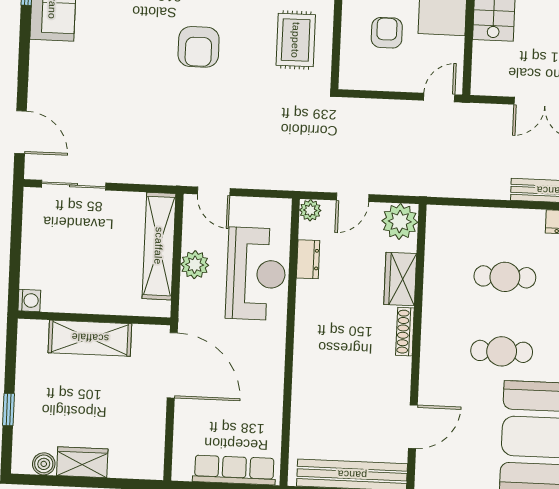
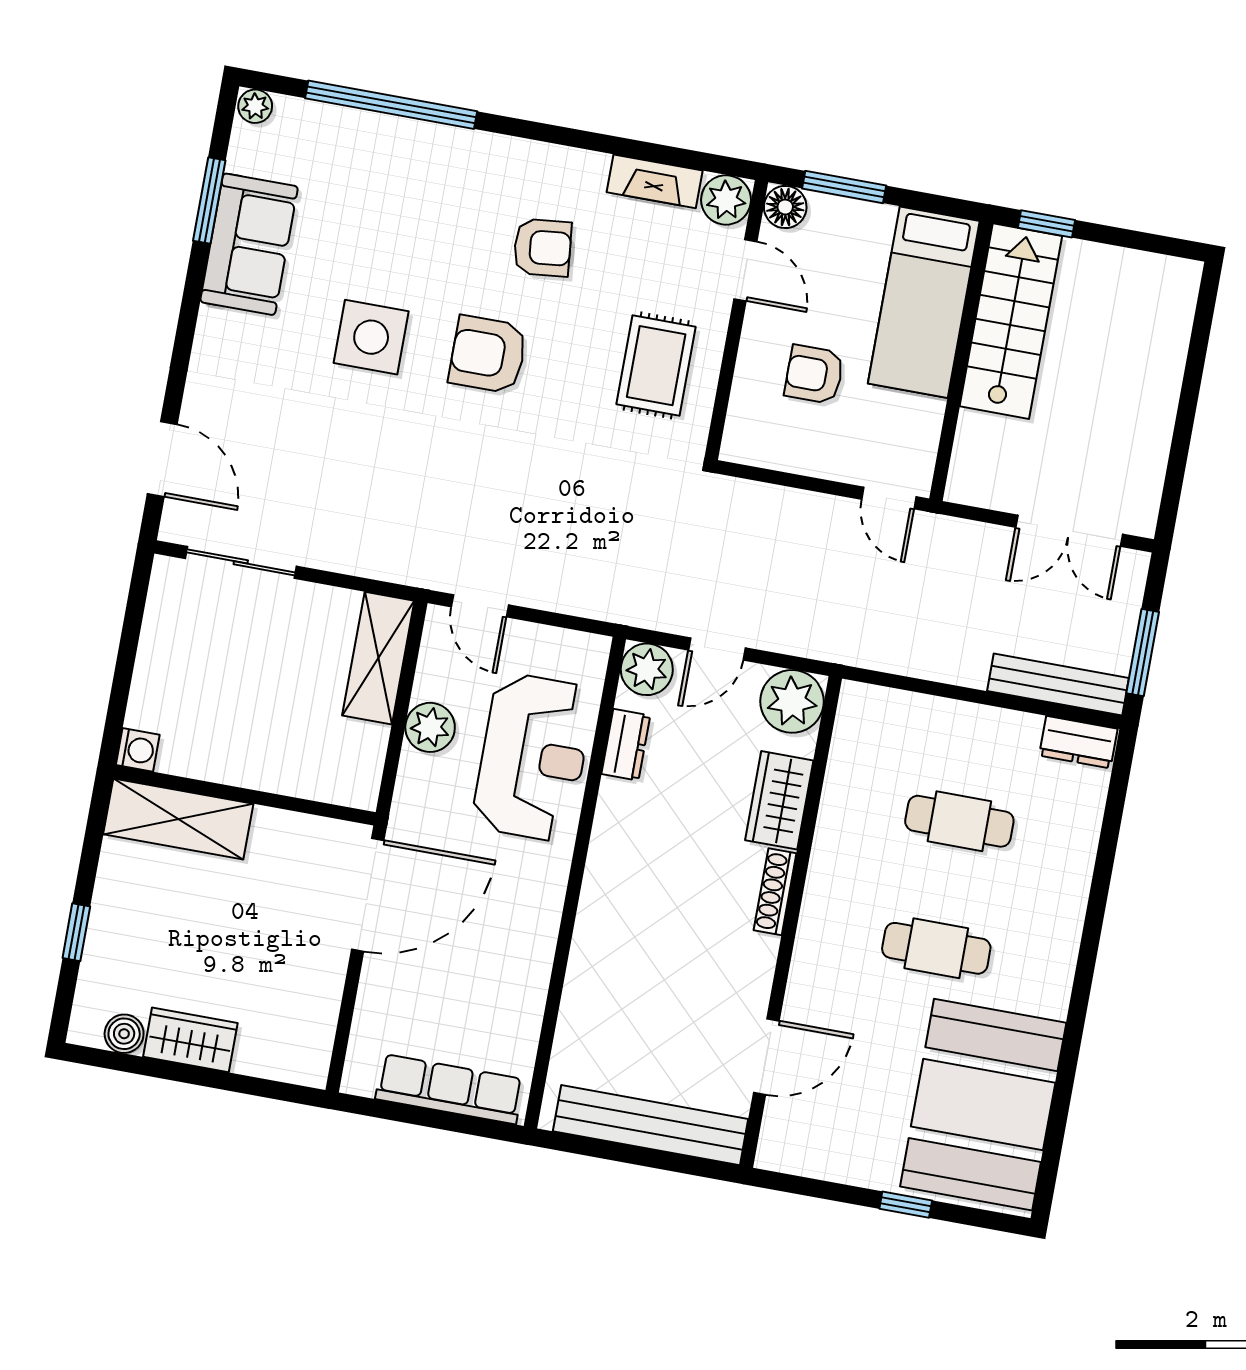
armchair: (387, 33) -> (814, 374), turned -90
side table: (130, 46) -> (371, 337), added
armchair: (199, 47) -> (488, 354), turned 90
door: (439, 98) -> (889, 498), swing flipped
plant: (310, 210) -> (647, 669), width x1.38, depth x1.38
shelving: (159, 246) -> (378, 658), width x0.68
shelving: (90, 338) -> (178, 819), moved
door: (172, 365) -> (368, 895), hinge flipped

